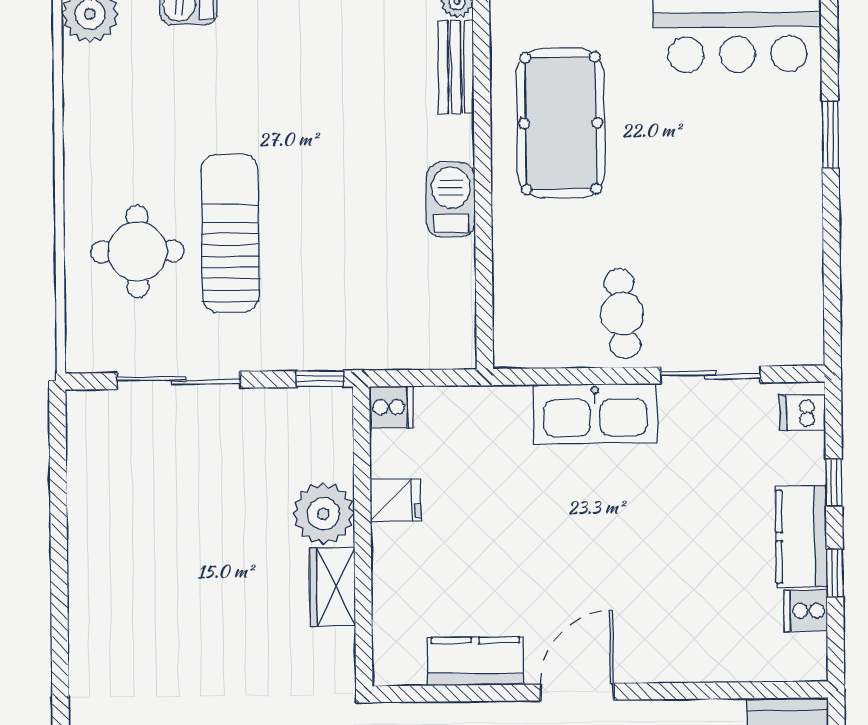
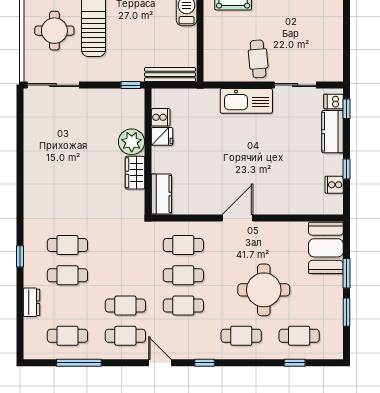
bench: (413, 353) -> (170, 75), added
sliding door: (178, 380) -> (53, 85), moved
cooker: (391, 407) -> (161, 117), moved
window: (834, 482) -> (347, 109), moved
kitchen counter: (801, 536) -> (333, 132), moved
kitchen counter: (475, 661) -> (161, 194), moved, turned 90

